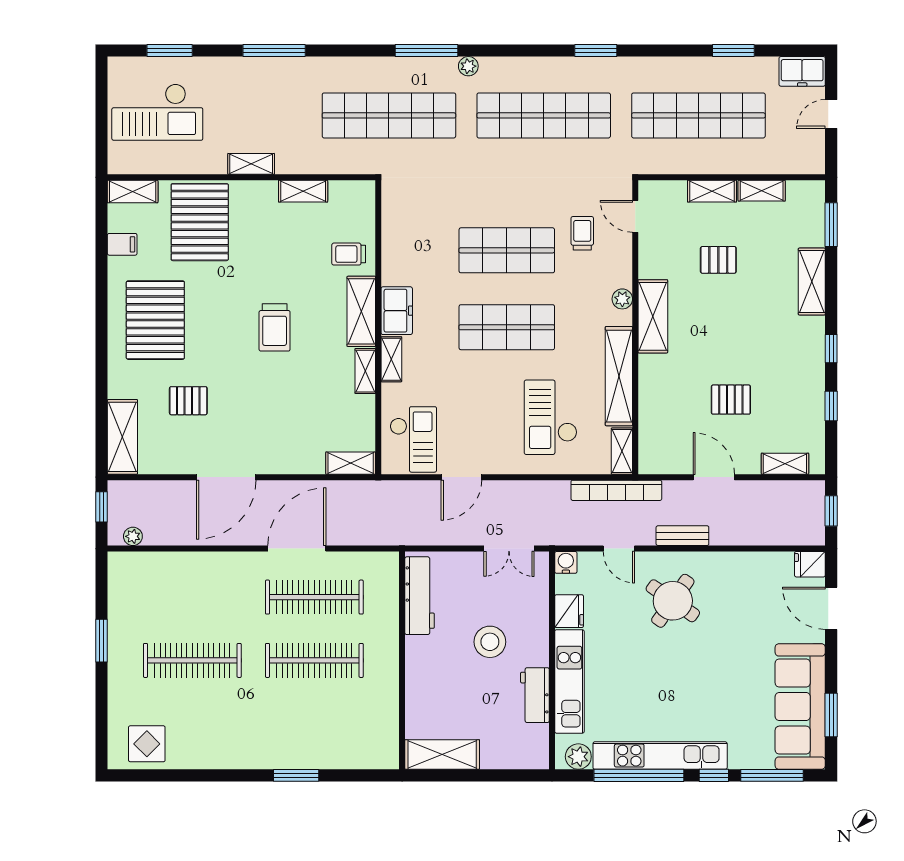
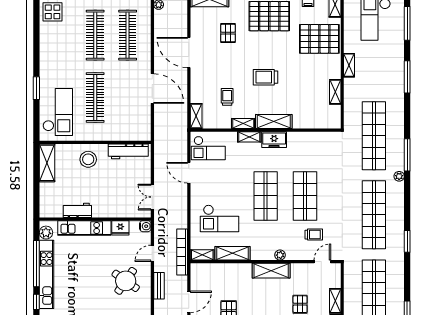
window: (170, 50) -> (407, 23), width x1.44
trolley: (349, 254) -> (227, 97), moved
shelving: (619, 376) -> (233, 253), width x0.68
checkout: (551, 417) -> (220, 218), turned 180
clothes rail: (314, 597) -> (128, 35), moved
stool: (490, 642) -> (88, 159), moved
checkout: (343, 734) -> (58, 112), added

